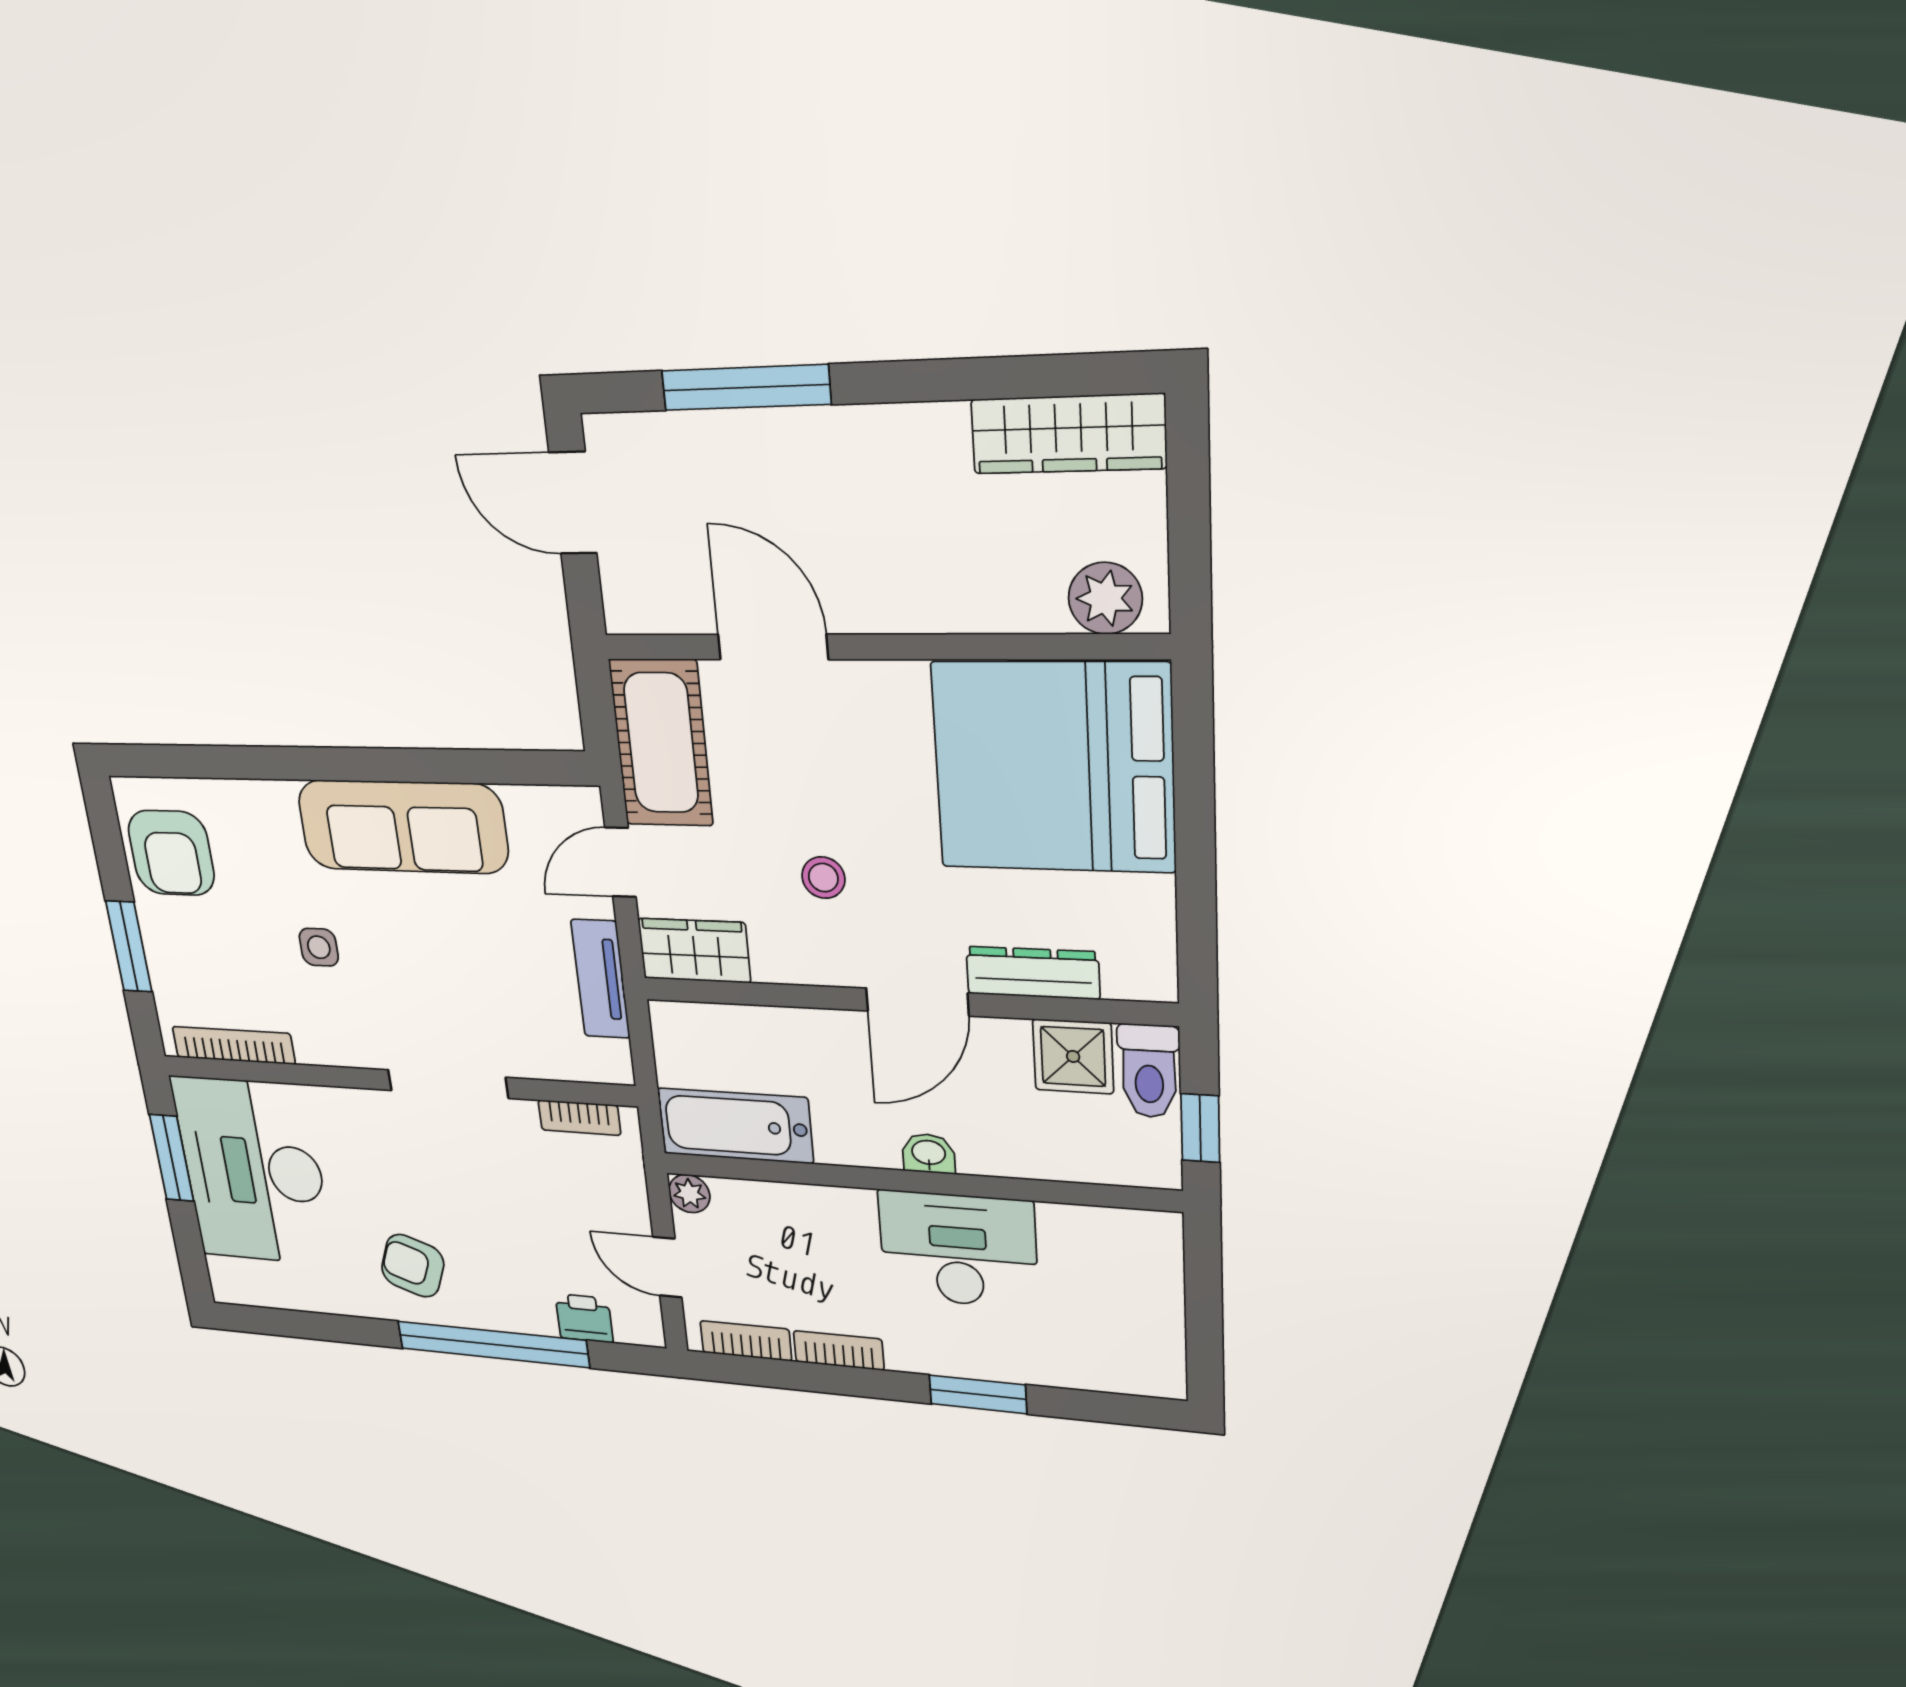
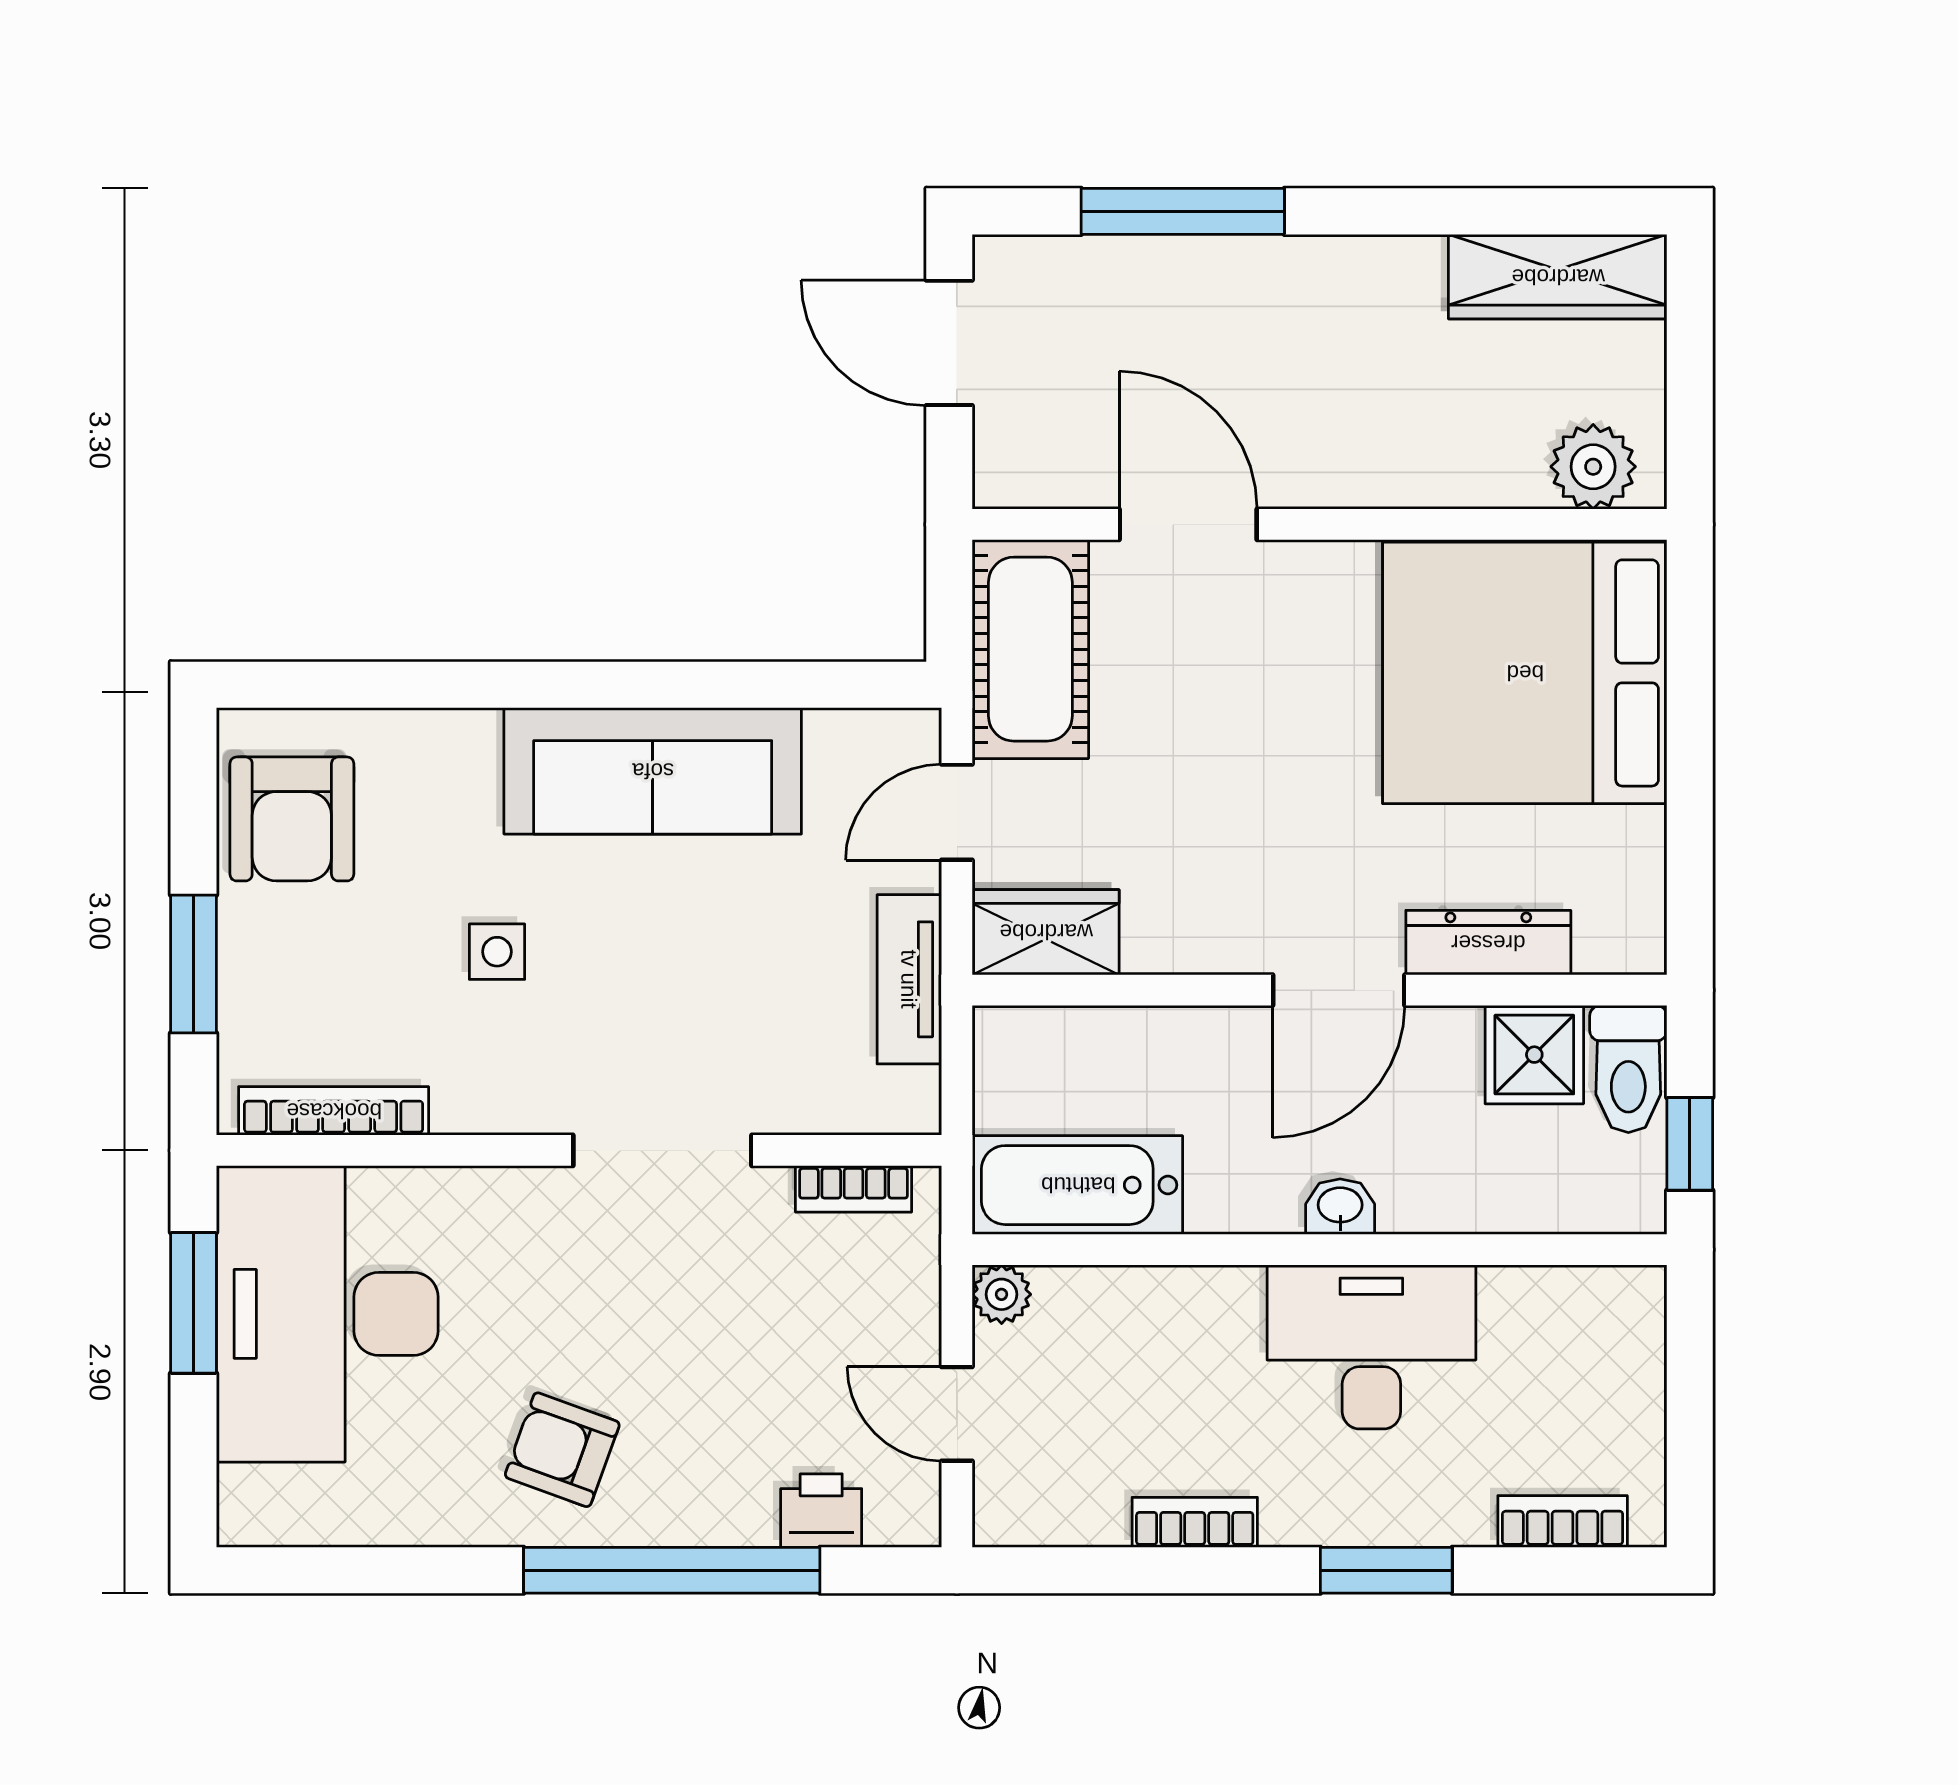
stool: (823, 878) -> (1228, 824), removed
bookcase: (746, 1341) -> (1563, 1522), moved

